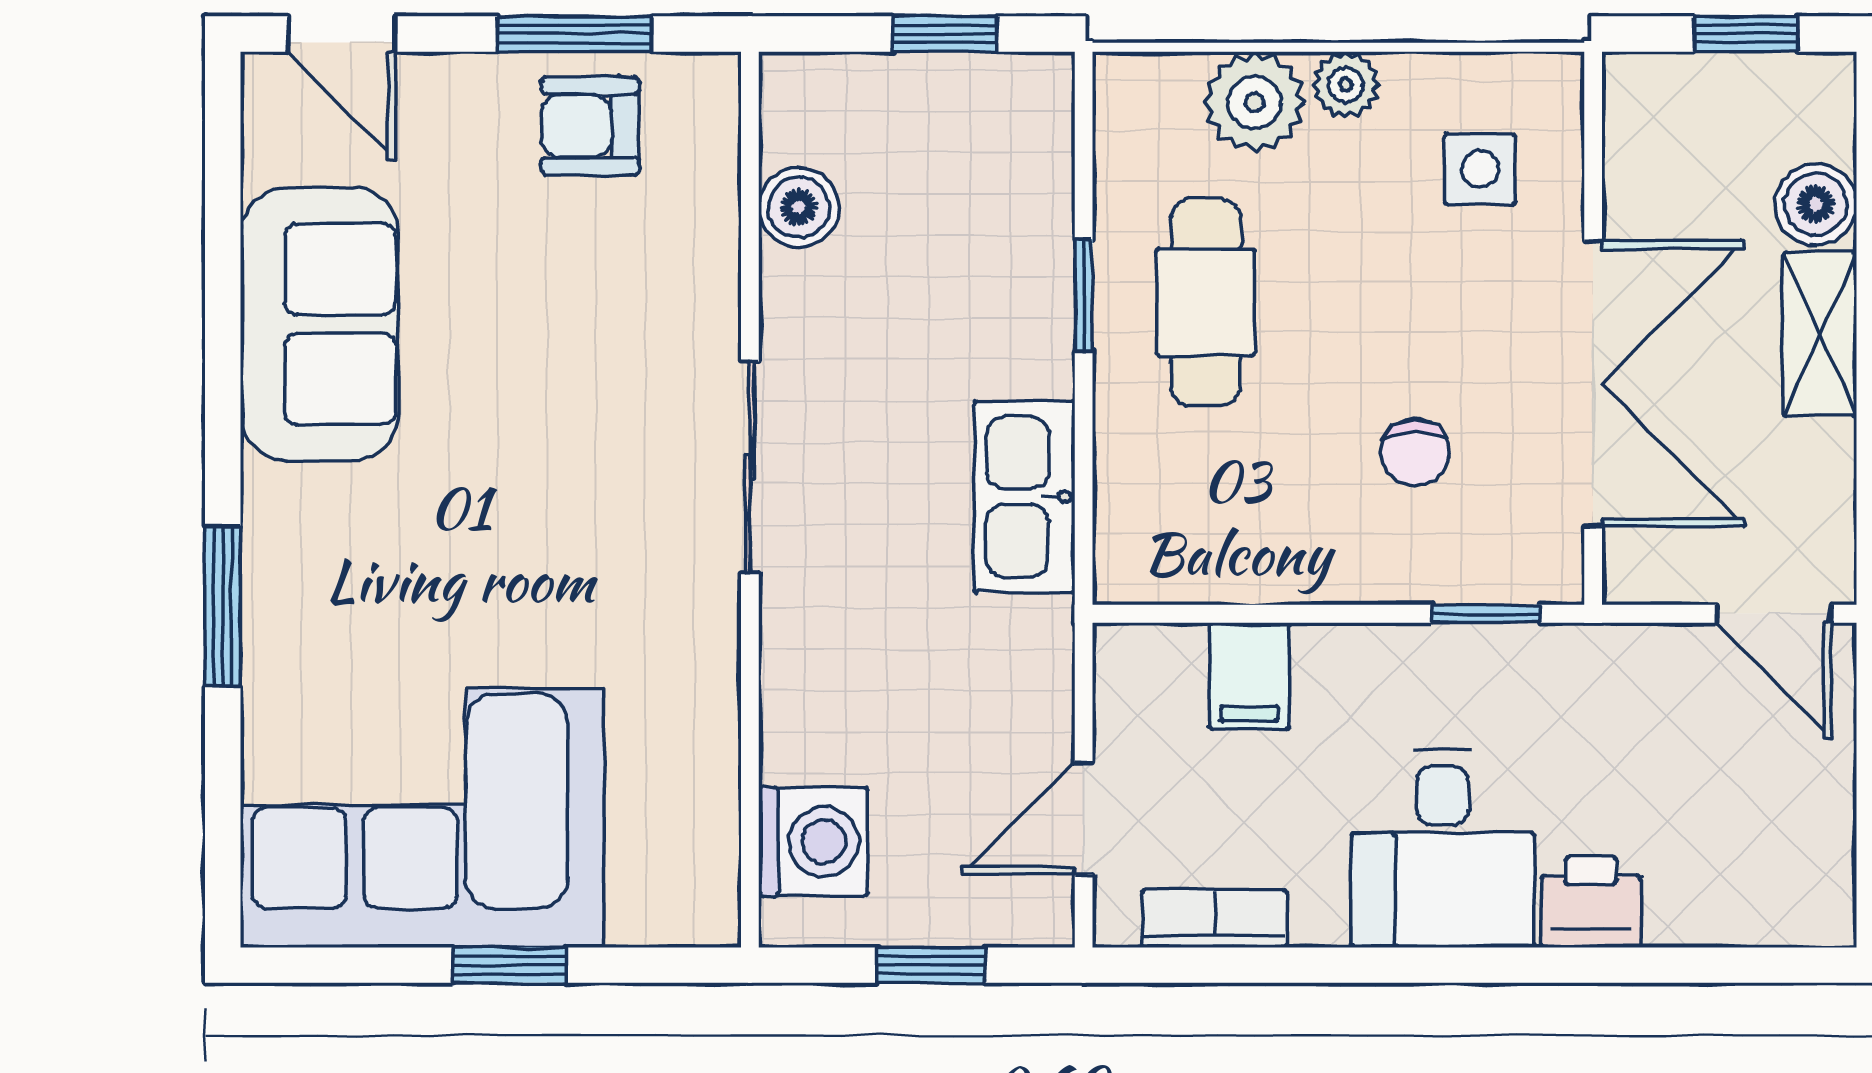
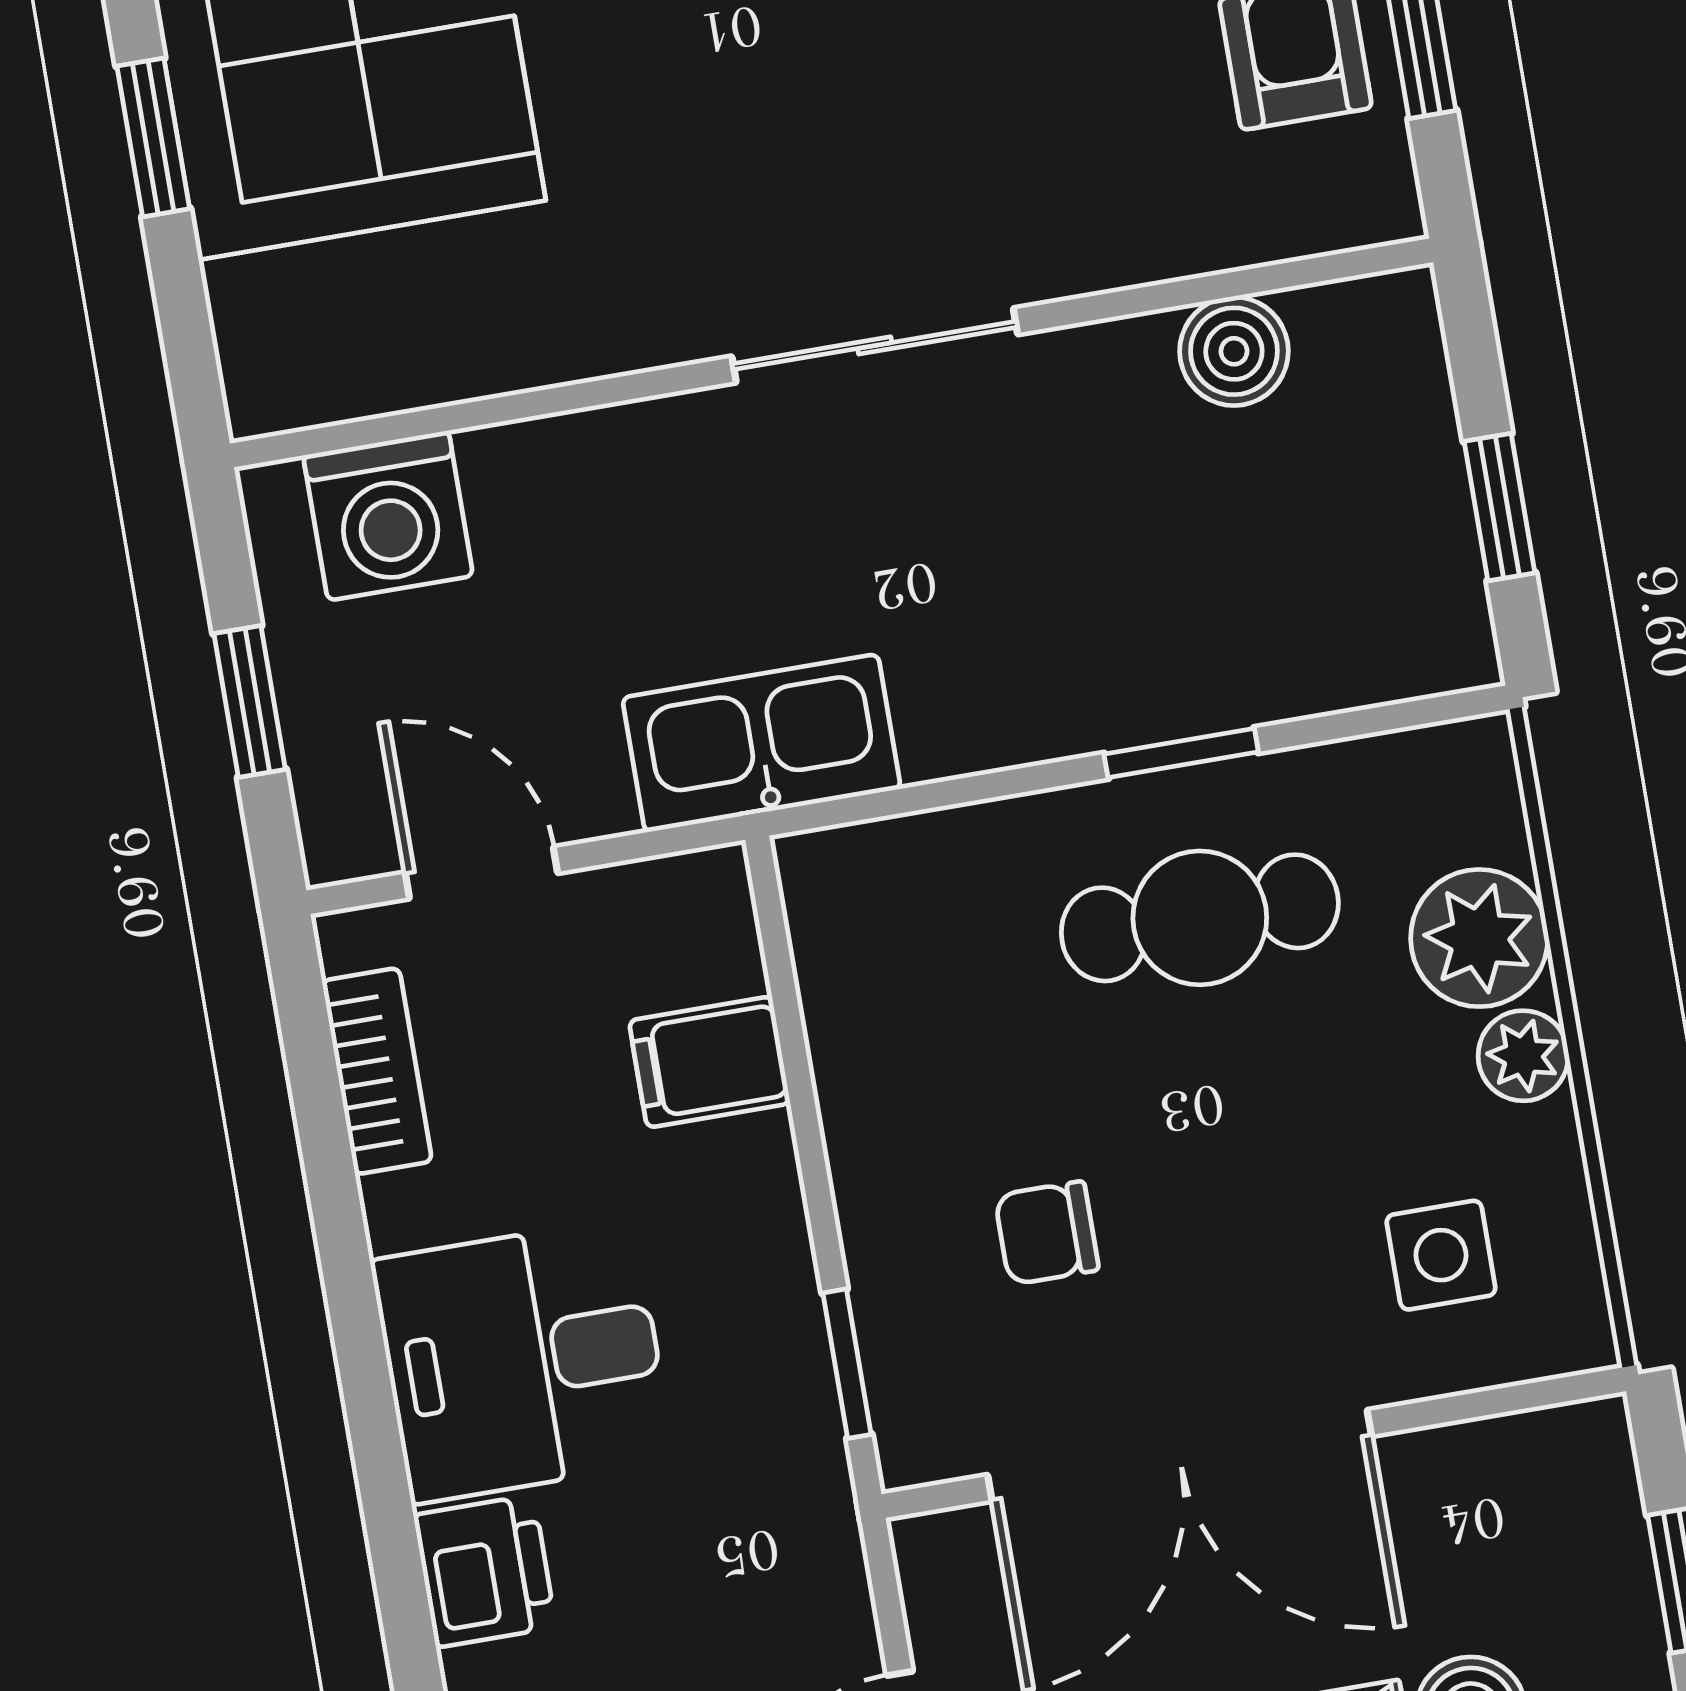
kitchen sink: (1024, 497) -> (761, 743), moved

